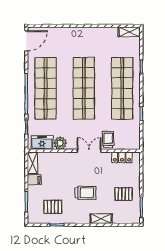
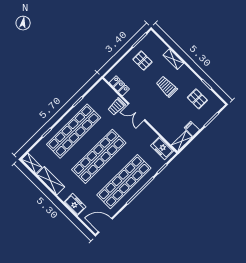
shelving: (102, 33) -> (51, 181), added
freezer: (65, 34) -> (75, 204), added
plant: (60, 143) -> (151, 136), removed

